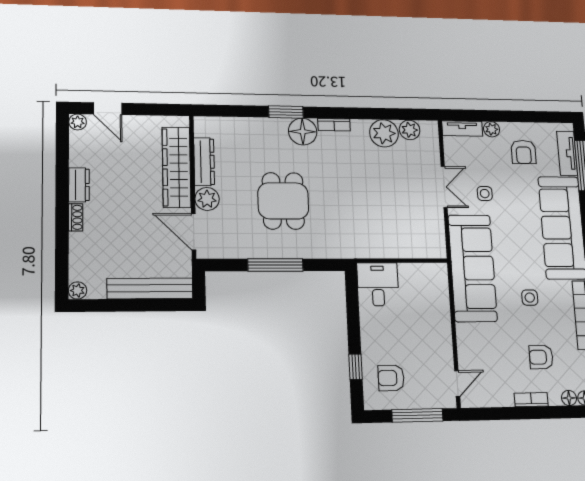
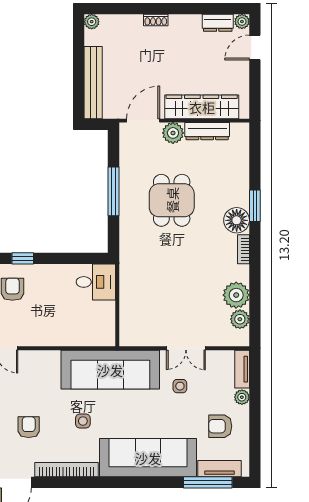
dresser: (79, 185) -> (218, 23), moved
dining table: (283, 201) -> (172, 200), turned 90

